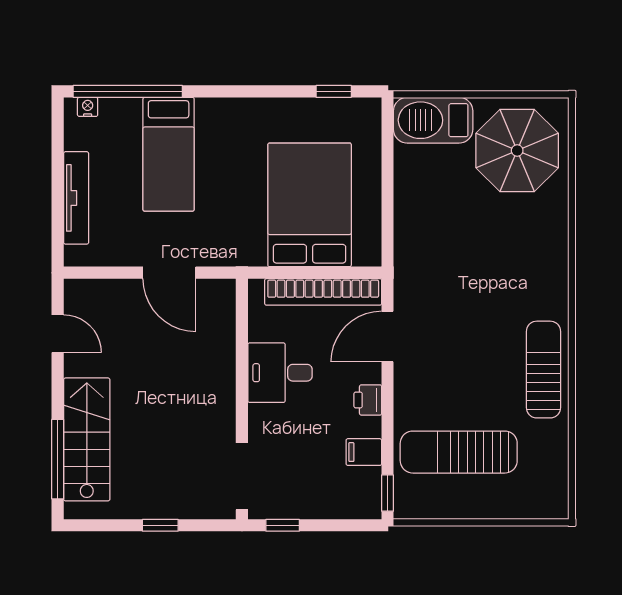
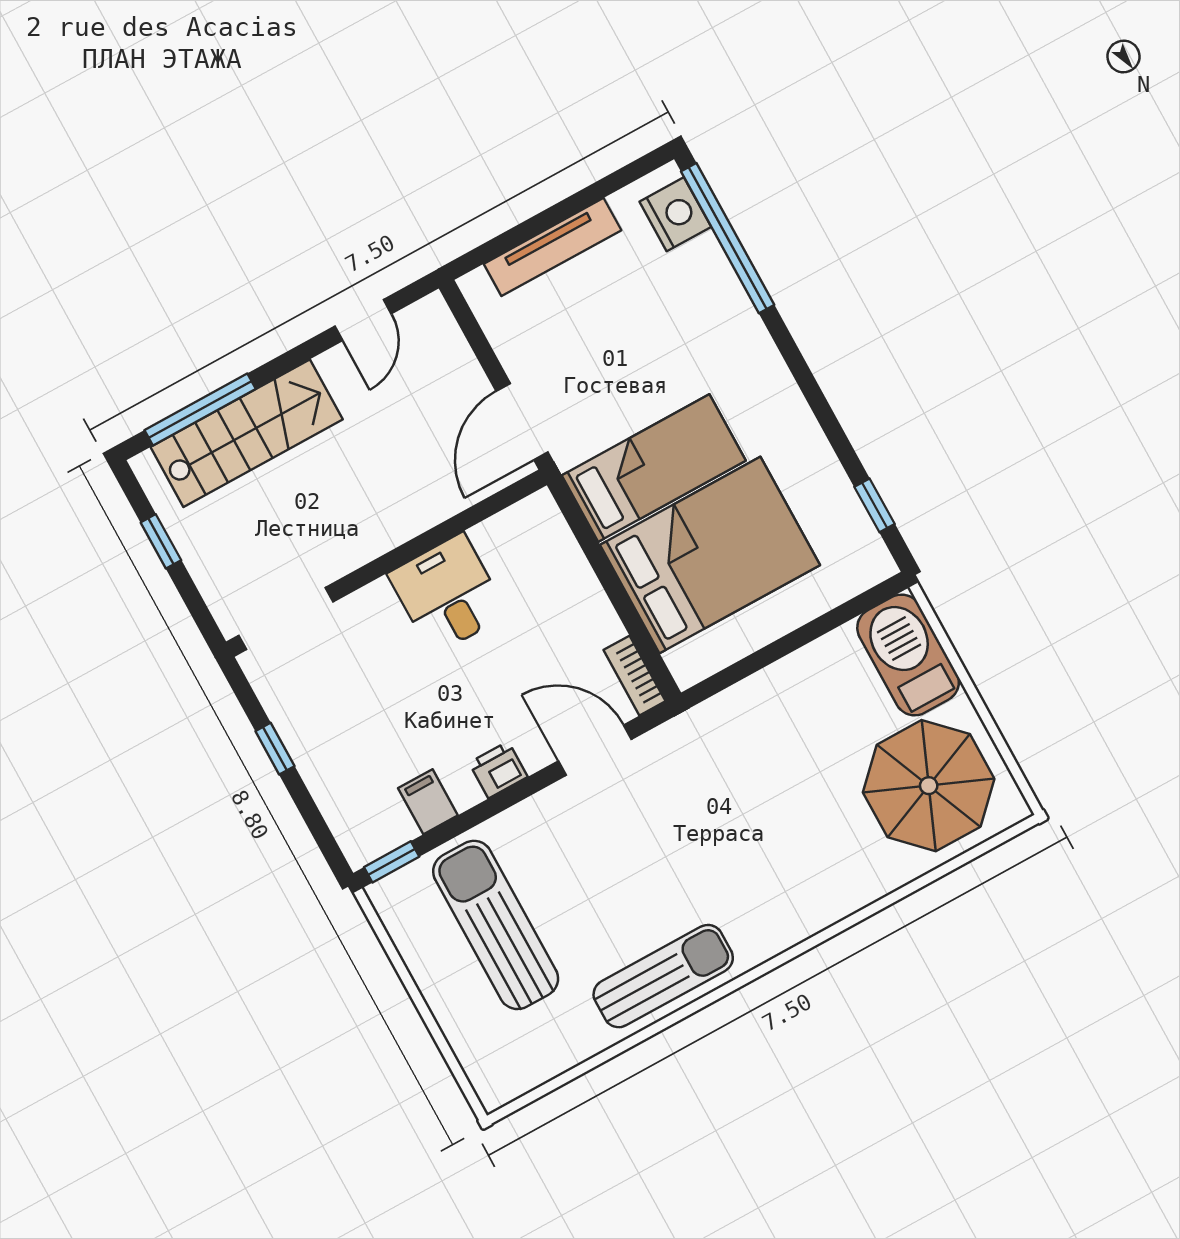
nightstand: (88, 107) -> (675, 214), width x1.89, depth x1.79
bed: (169, 154) -> (654, 468), moved, turned 180
bookcase: (323, 292) -> (635, 676), width x0.43, depth x0.76
desk: (280, 373) -> (448, 594), moved
wall: (242, 399) -> (386, 563), moved
doorway: (242, 476) -> (286, 619), moved
window: (160, 525) -> (161, 541), moved

